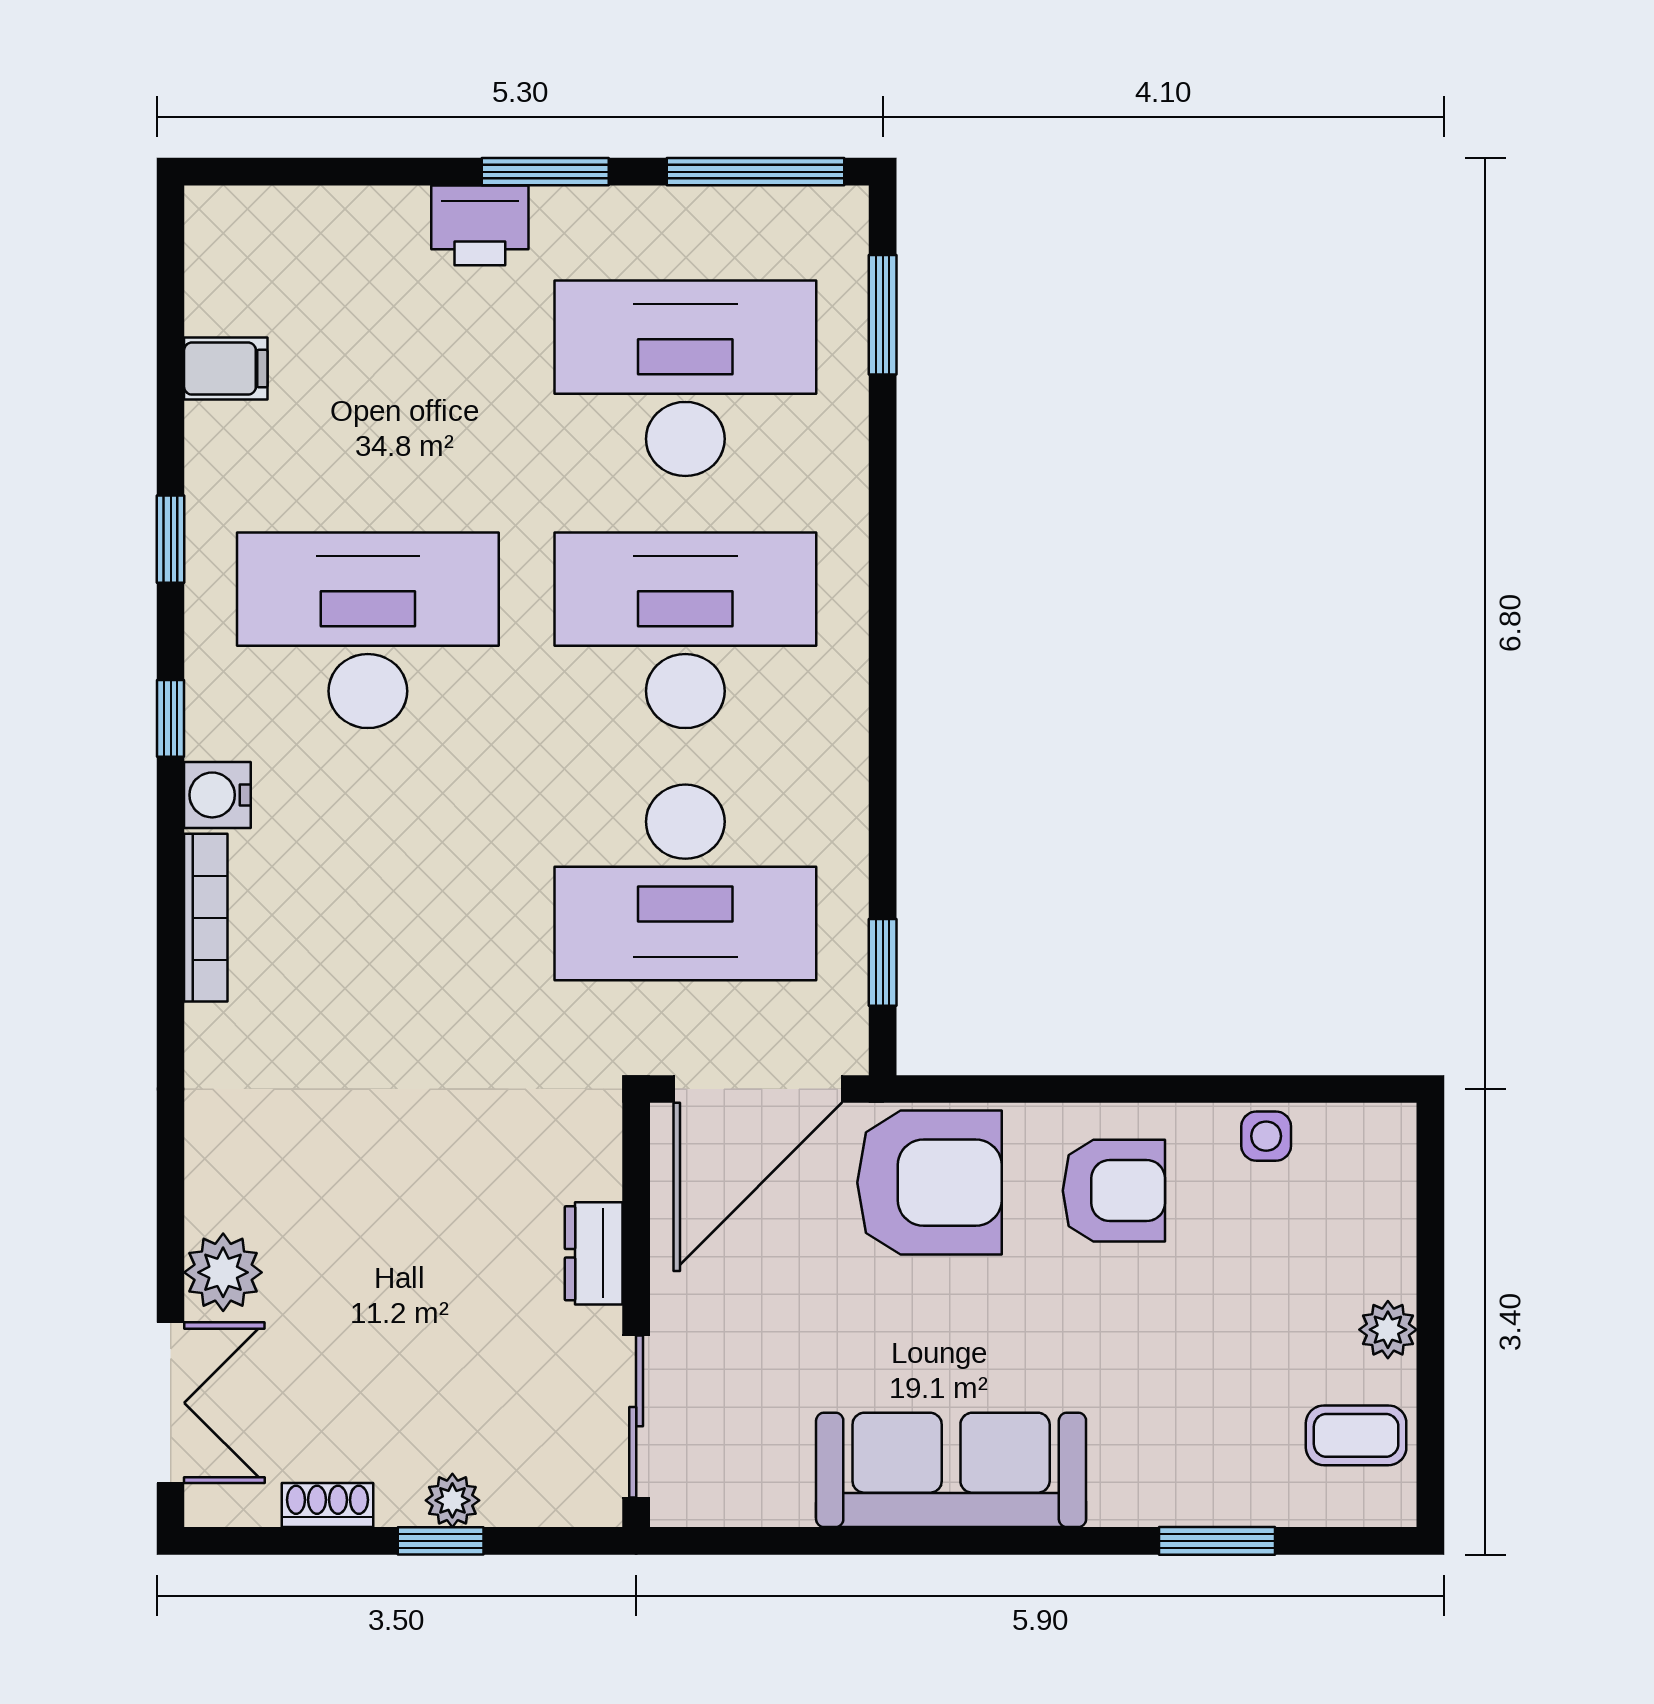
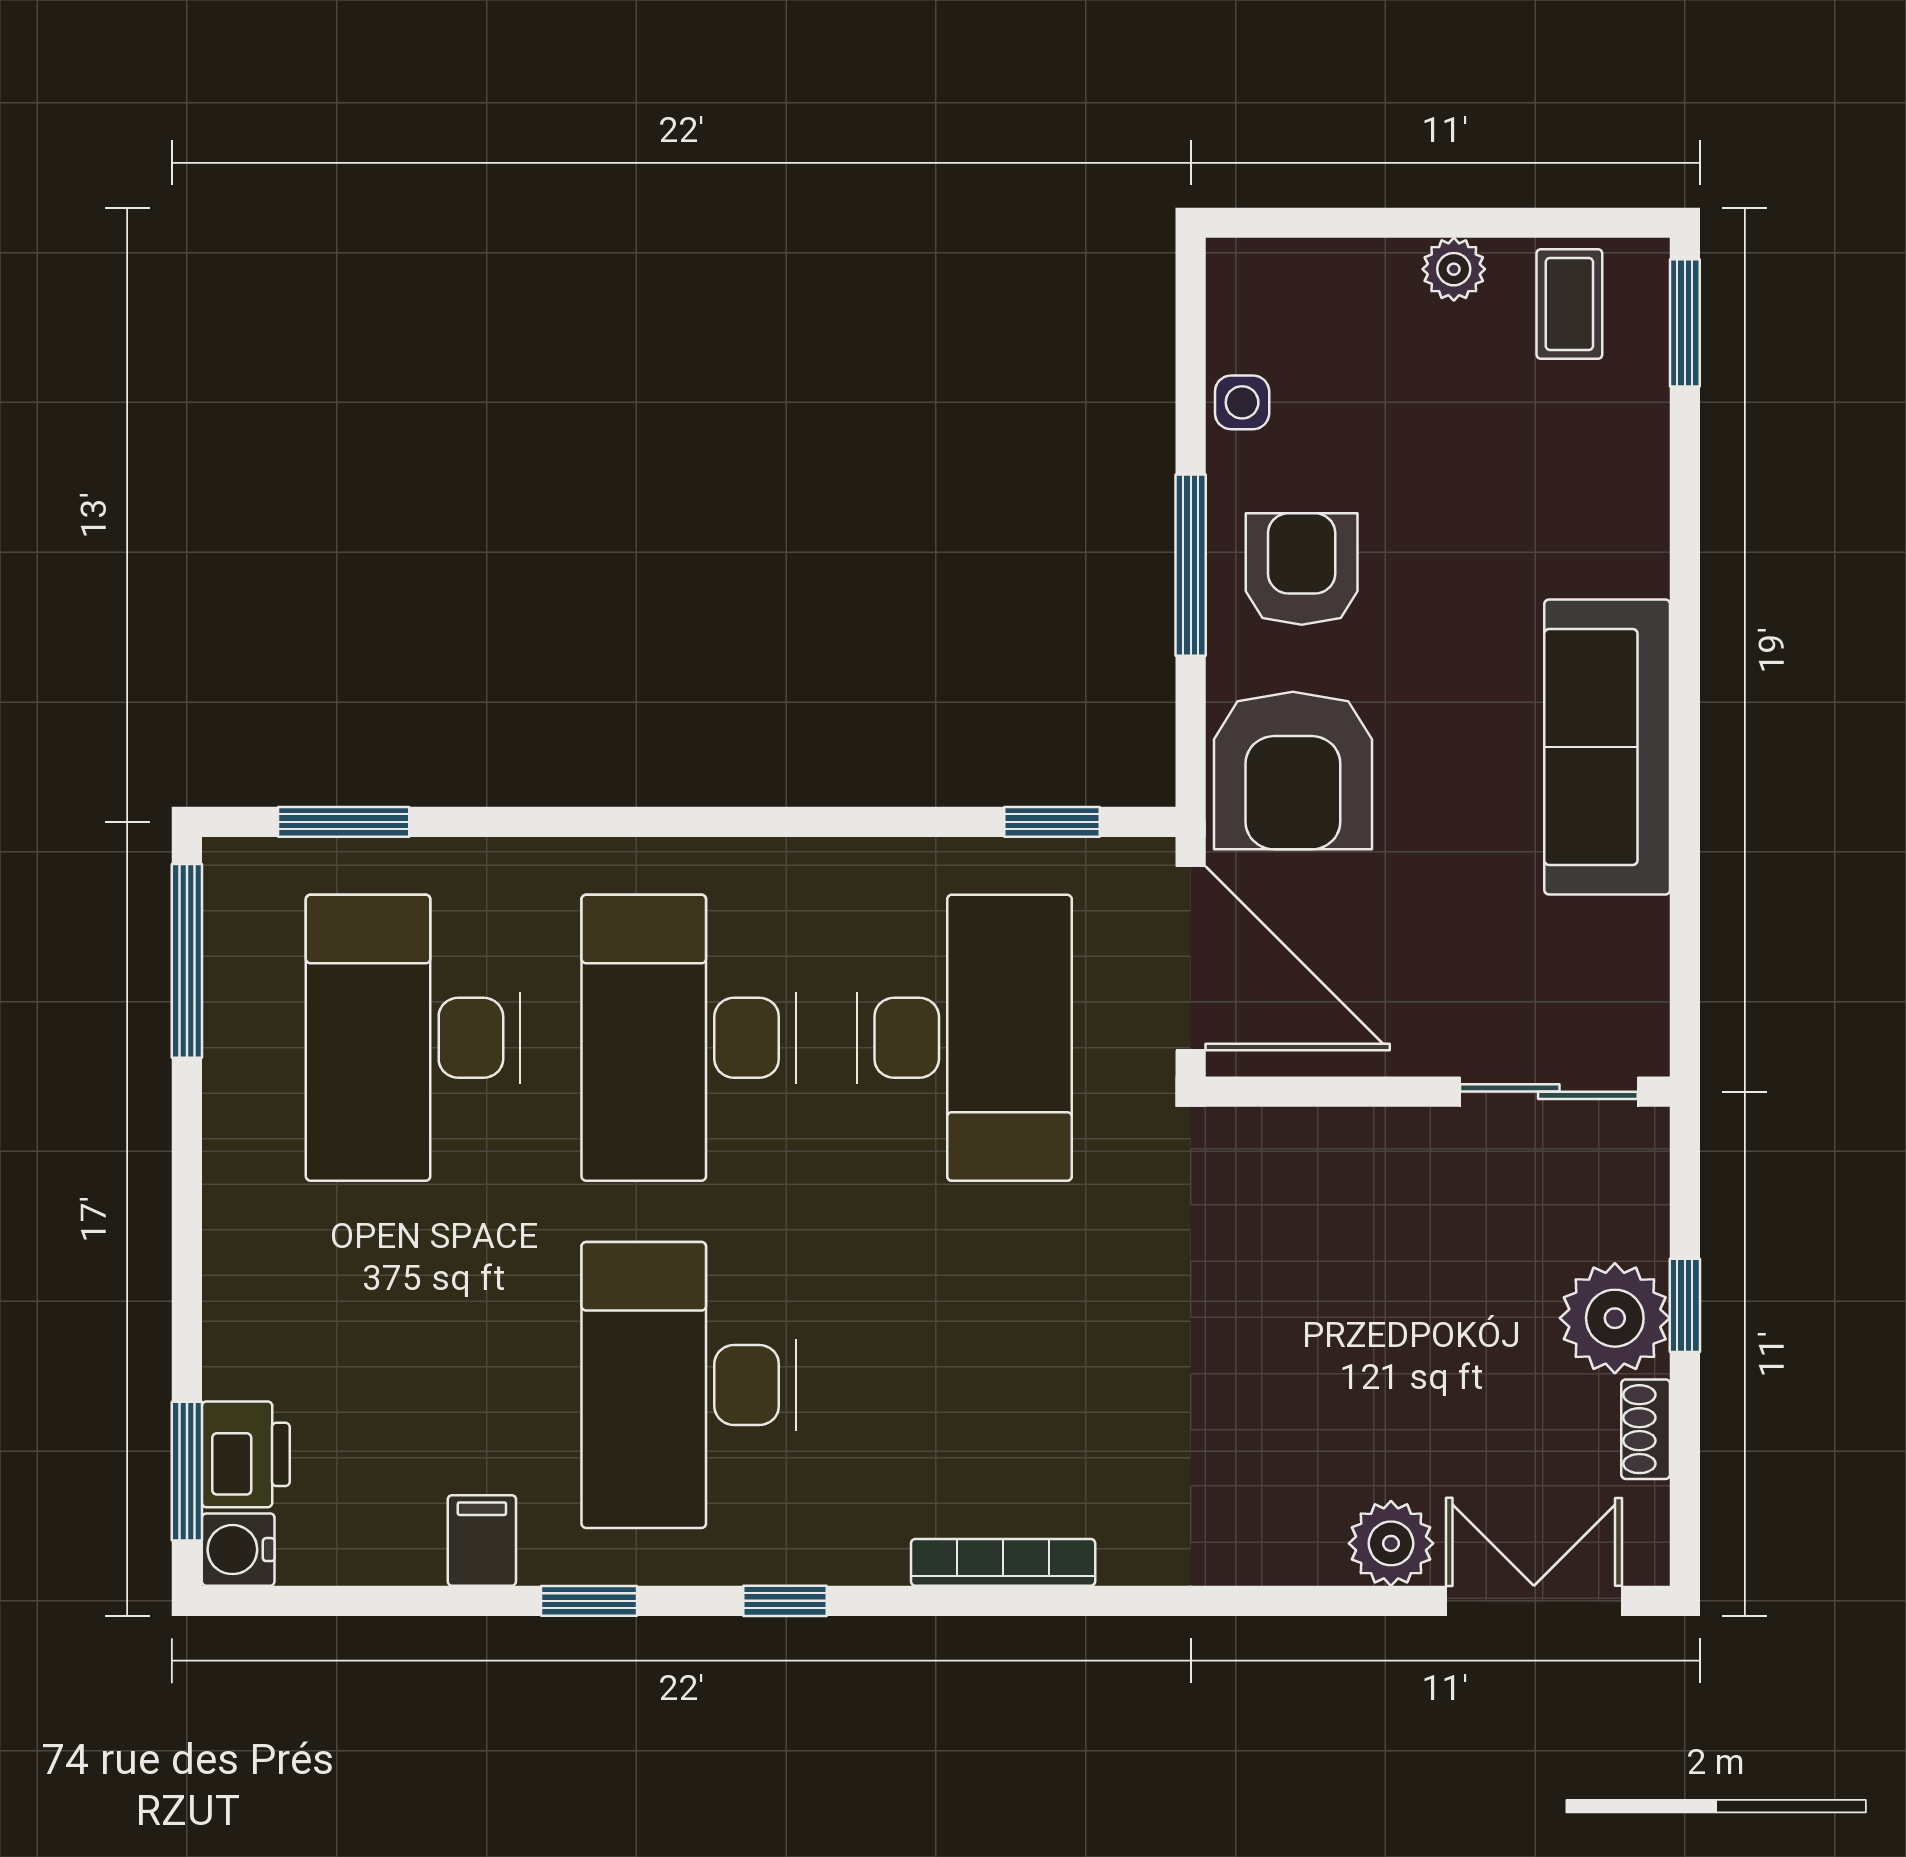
window: (545, 172) -> (187, 1471), moved
printer: (480, 225) -> (246, 1454), moved
filing cabinet: (226, 369) -> (482, 1540), moved
water cooler: (217, 795) -> (238, 1550), moved, turned 90
window: (1117, 1089) -> (1191, 565), added
armchair: (929, 1183) -> (1293, 771), turned 180
dresser: (594, 1253) -> (1370, 1138), removed
plant: (452, 1500) -> (1615, 1318), width x1.88, depth x1.88
window: (1217, 1541) -> (1685, 323), moved

